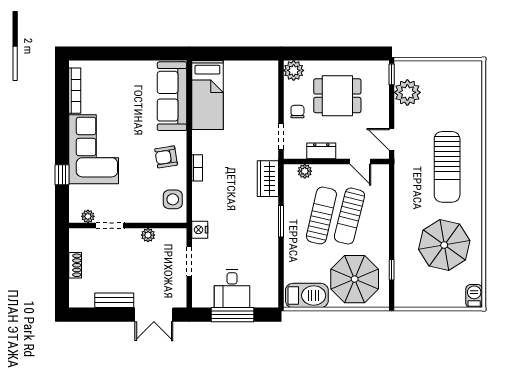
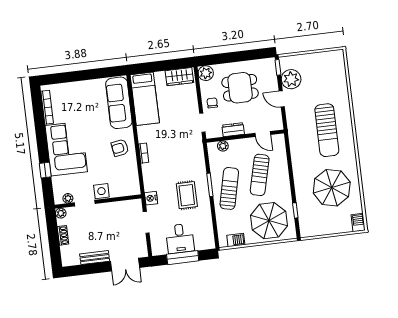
door: (392, 139) -> (282, 99), moved
wardrobe: (268, 179) -> (179, 77), moved, turned -90
side table: (173, 199) -> (101, 191), moved
sun lounger: (321, 215) -> (229, 188), moved
rug: (248, 231) -> (187, 195), added
plant: (148, 235) -> (61, 213), moved
barbecue: (307, 295) -> (236, 240), width x0.53, depth x0.65

